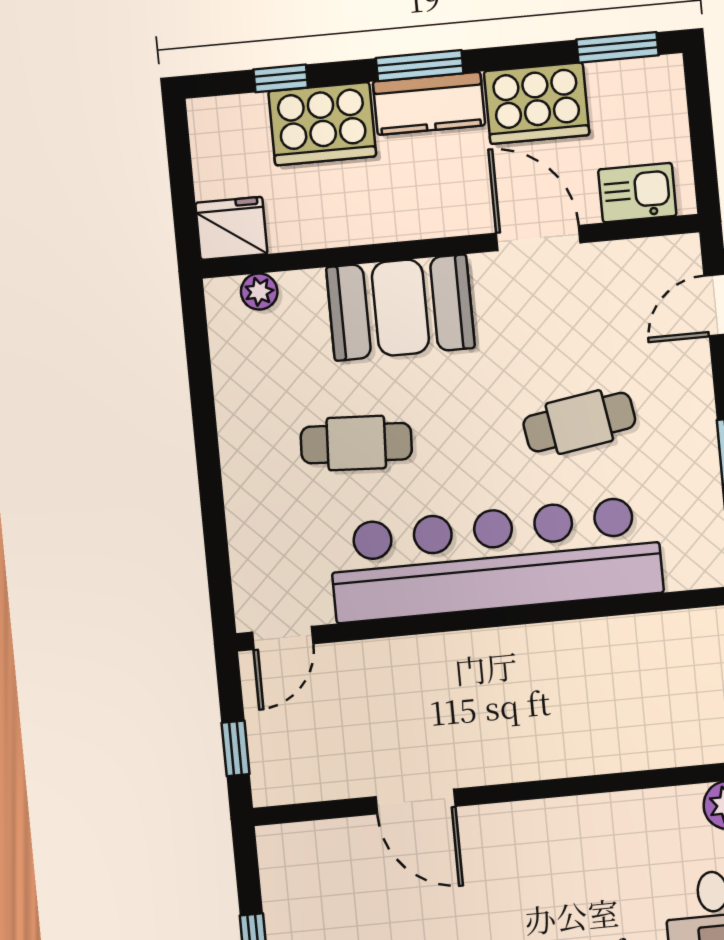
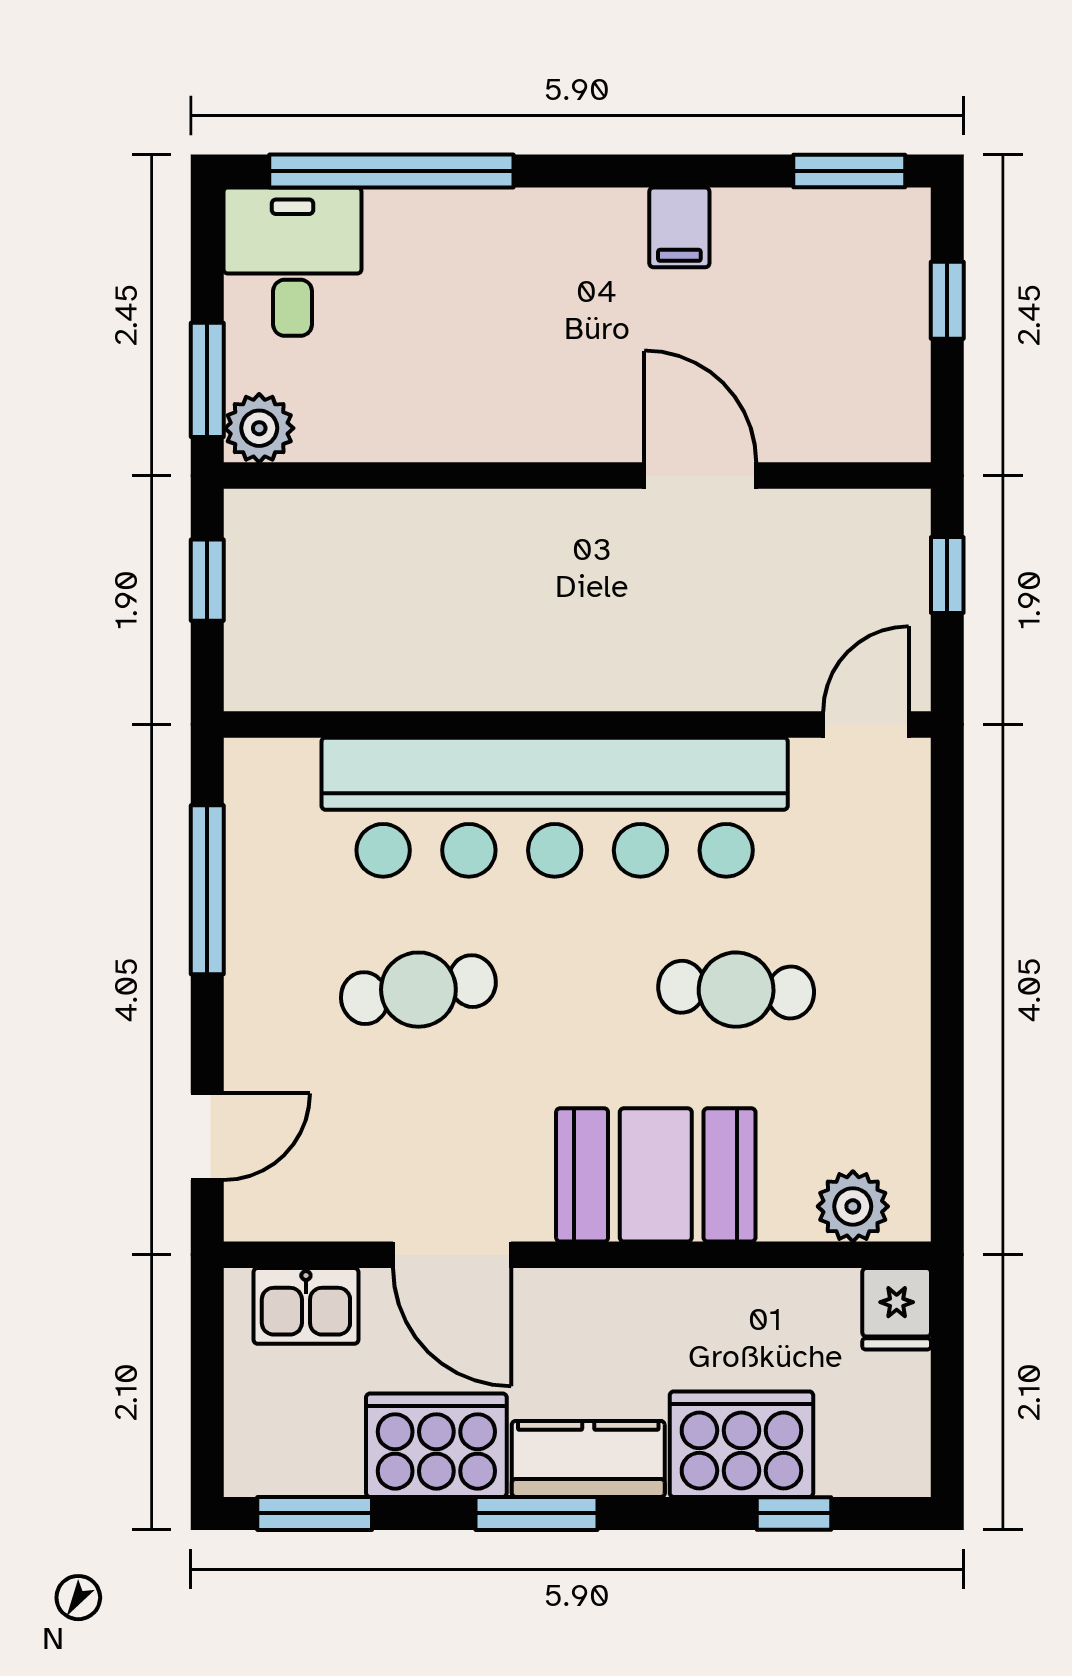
window: (420, 66) -> (536, 1513), moved
fridge: (231, 228) -> (897, 1309), width x0.72
plant: (259, 292) -> (853, 1206), width x1.38, depth x1.38

